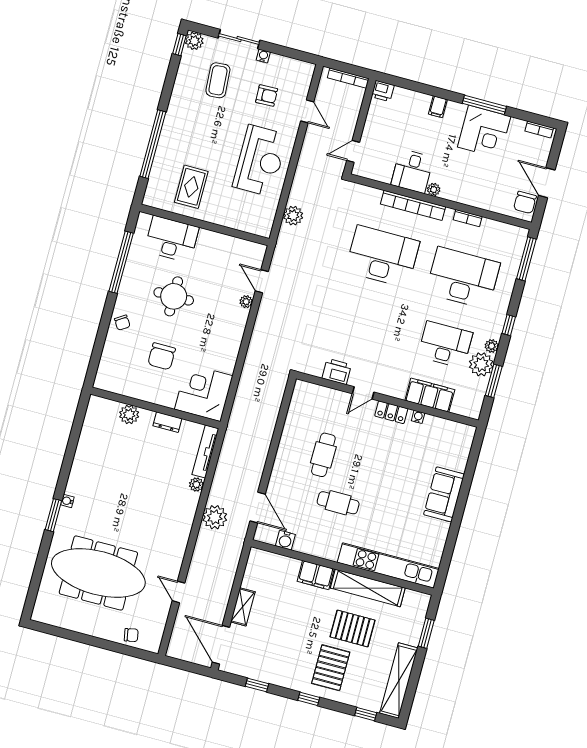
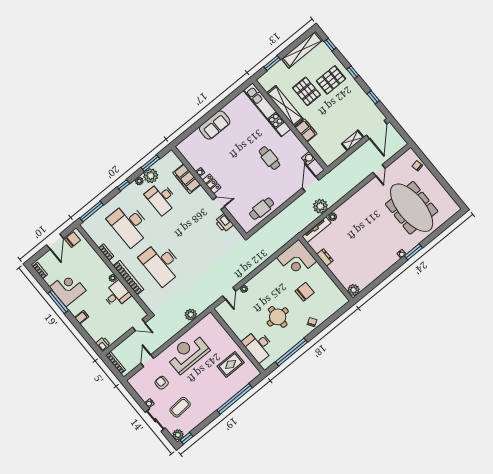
plant: (129, 415) -> (354, 290), moved
cafe table: (323, 455) -> (262, 209), moved
plant: (215, 517) -> (320, 206), moved

